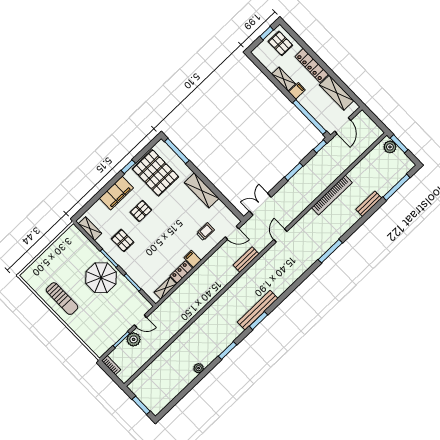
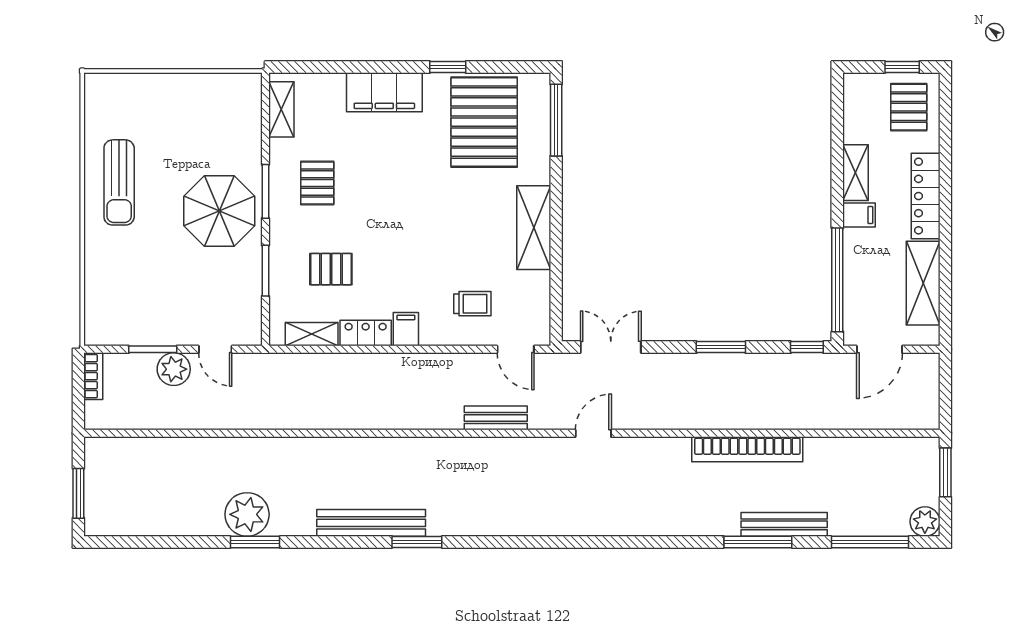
plant: (390, 147) -> (925, 522), moved
bench: (369, 204) -> (784, 524), width x1.36
pallet: (141, 211) -> (331, 269), moved
window: (330, 251) -> (758, 542), moved
bench: (258, 310) -> (371, 523), moved
window: (227, 350) -> (255, 542), moved
plant: (199, 368) -> (247, 514), width x1.87, depth x1.87

